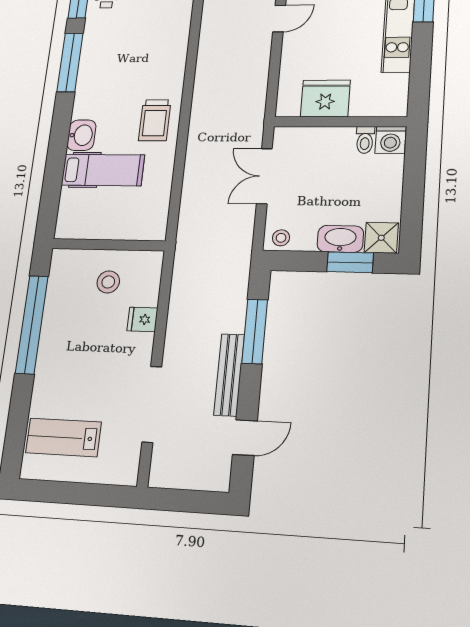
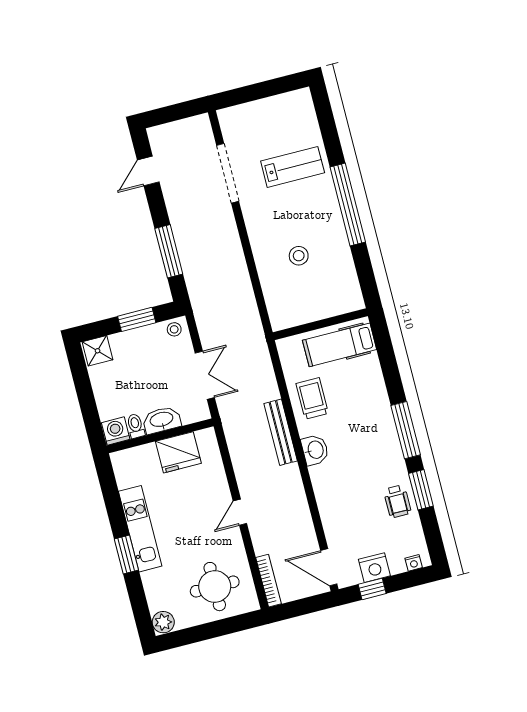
washbasin: (81, 135) -> (315, 450), moved, turned 180
washbasin: (340, 239) -> (162, 420), moved, turned 180
wall: (108, 245) -> (320, 324), moved
window: (350, 262) -> (137, 319), moved
fridge: (142, 319) -> (260, 235), removed
bench: (229, 375) -> (281, 432), moved
lab bench: (63, 437) -> (293, 167), moved

